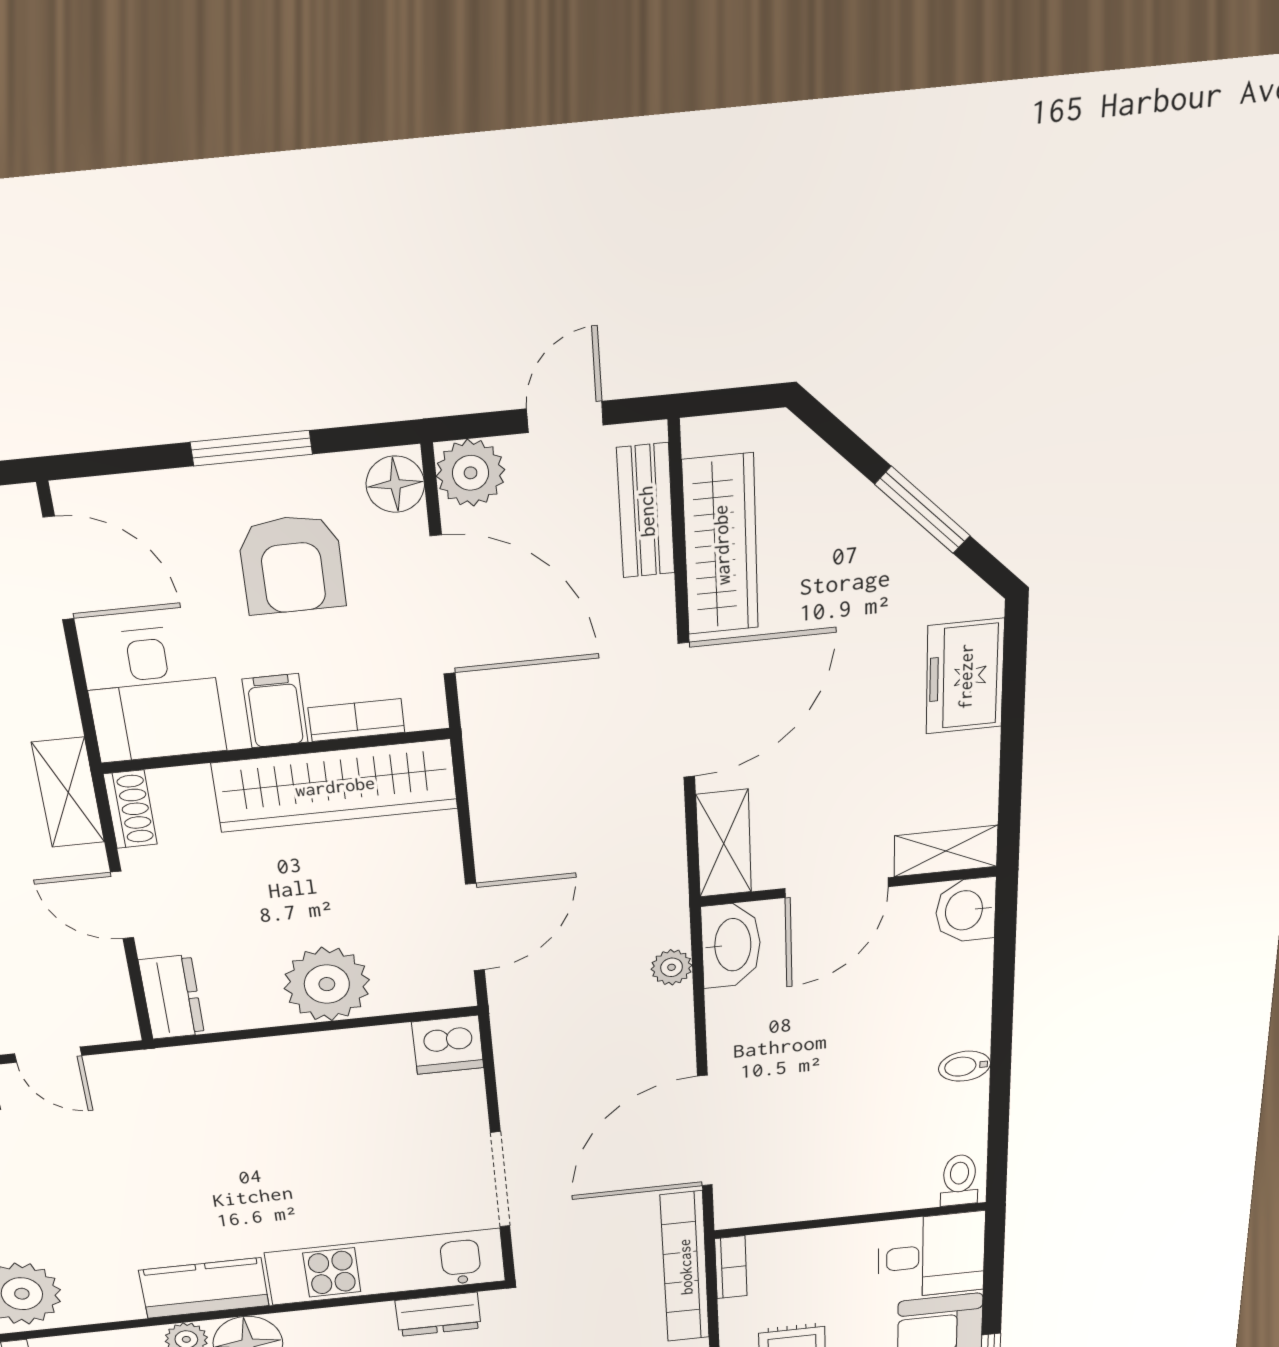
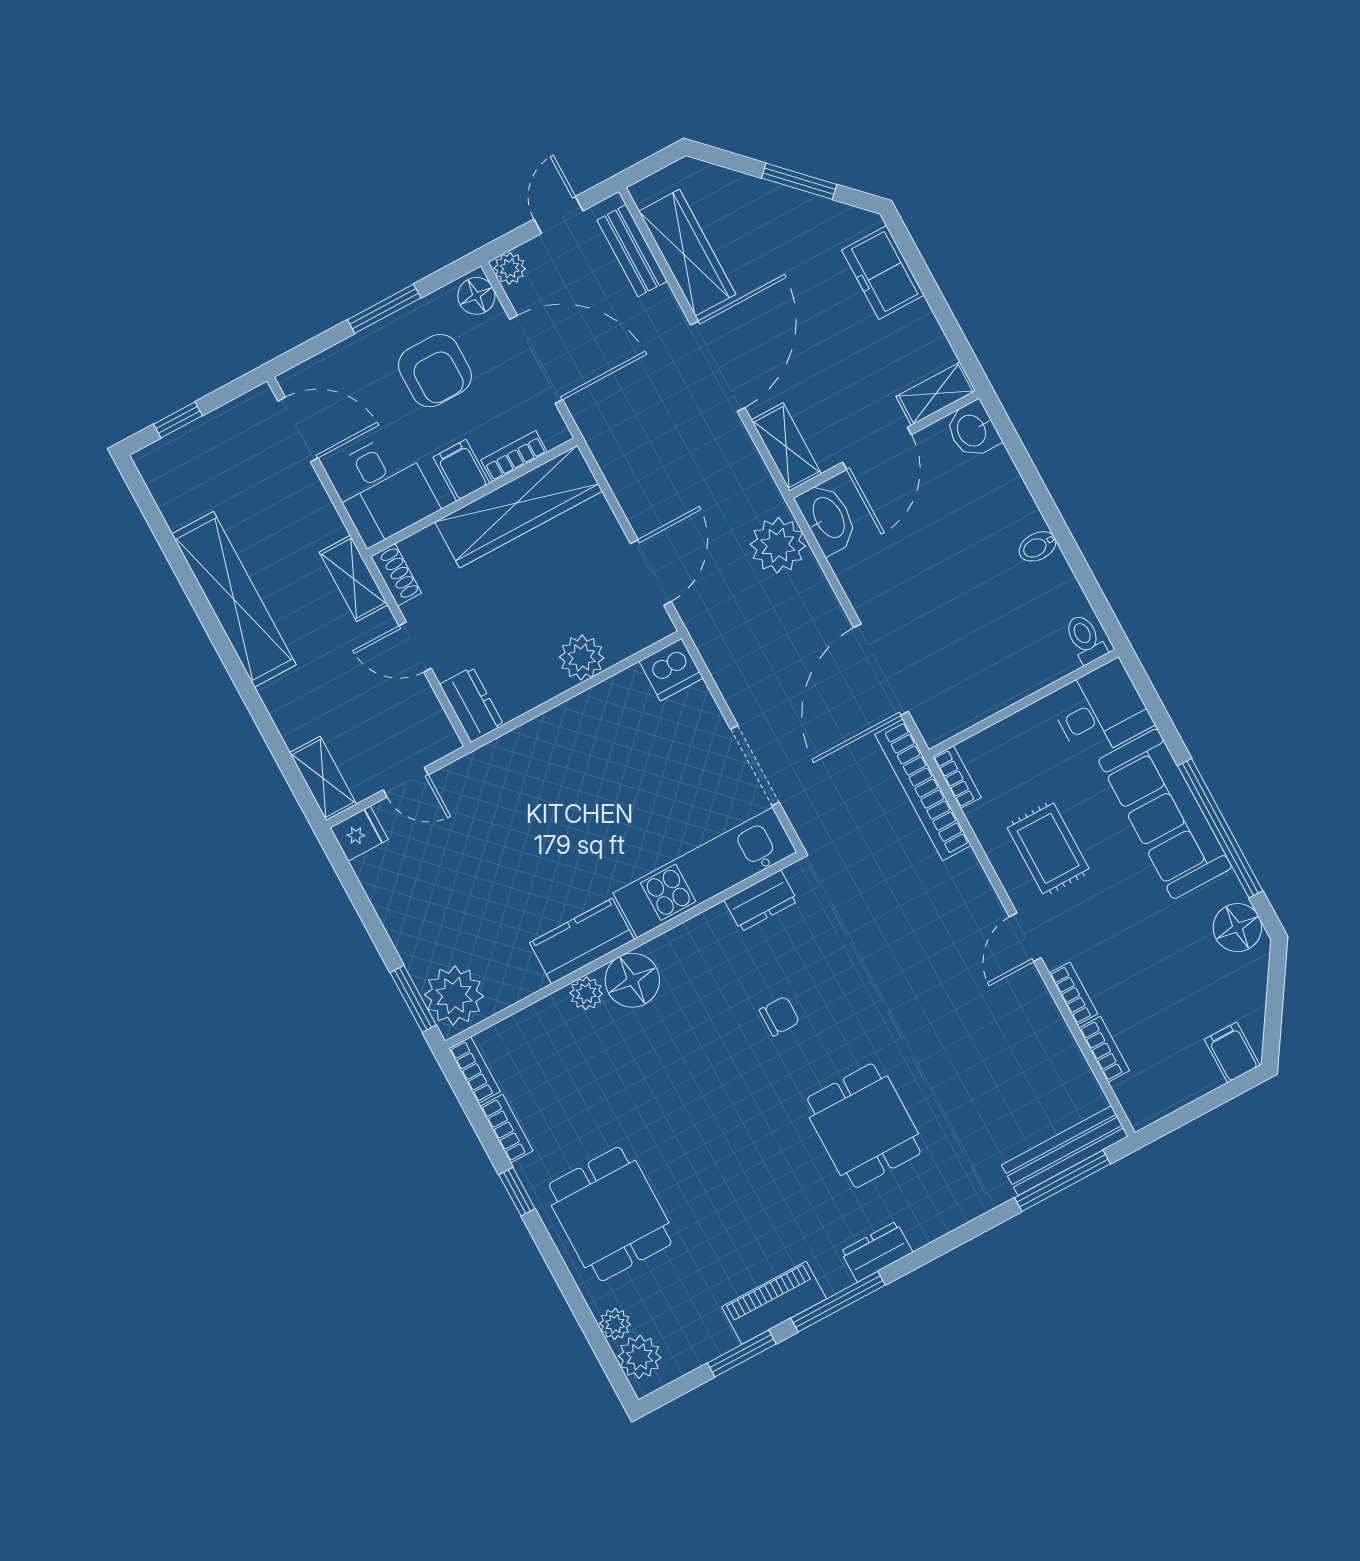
plant: (471, 473) -> (510, 268), width x0.73, depth x0.73
plant: (672, 967) -> (778, 545), width x1.88, depth x1.88
plant: (327, 984) -> (582, 657), width x0.73, depth x0.73

